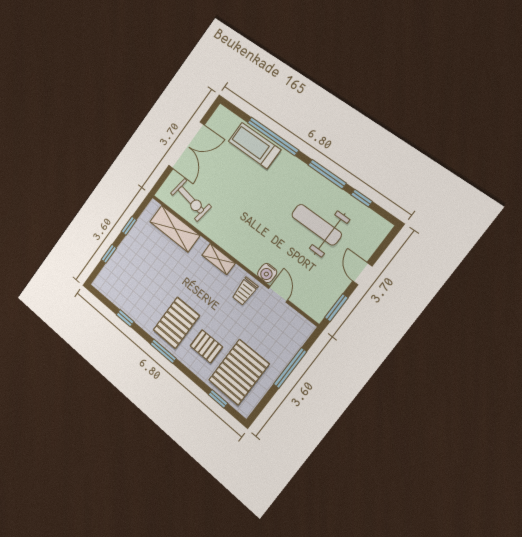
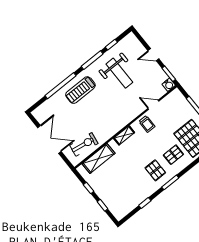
treadmill: (254, 146) -> (80, 90), moved
weight bench: (317, 225) -> (119, 73), turned -90
water cooler: (267, 273) -> (169, 85), moved
pallet: (176, 323) -> (155, 170), width x0.67, depth x0.71

